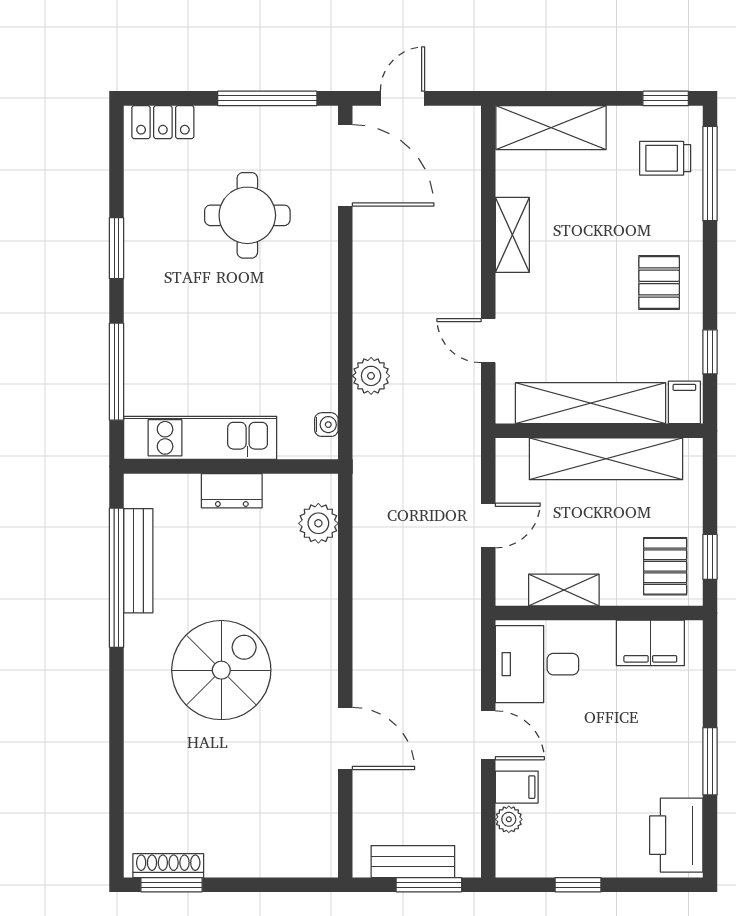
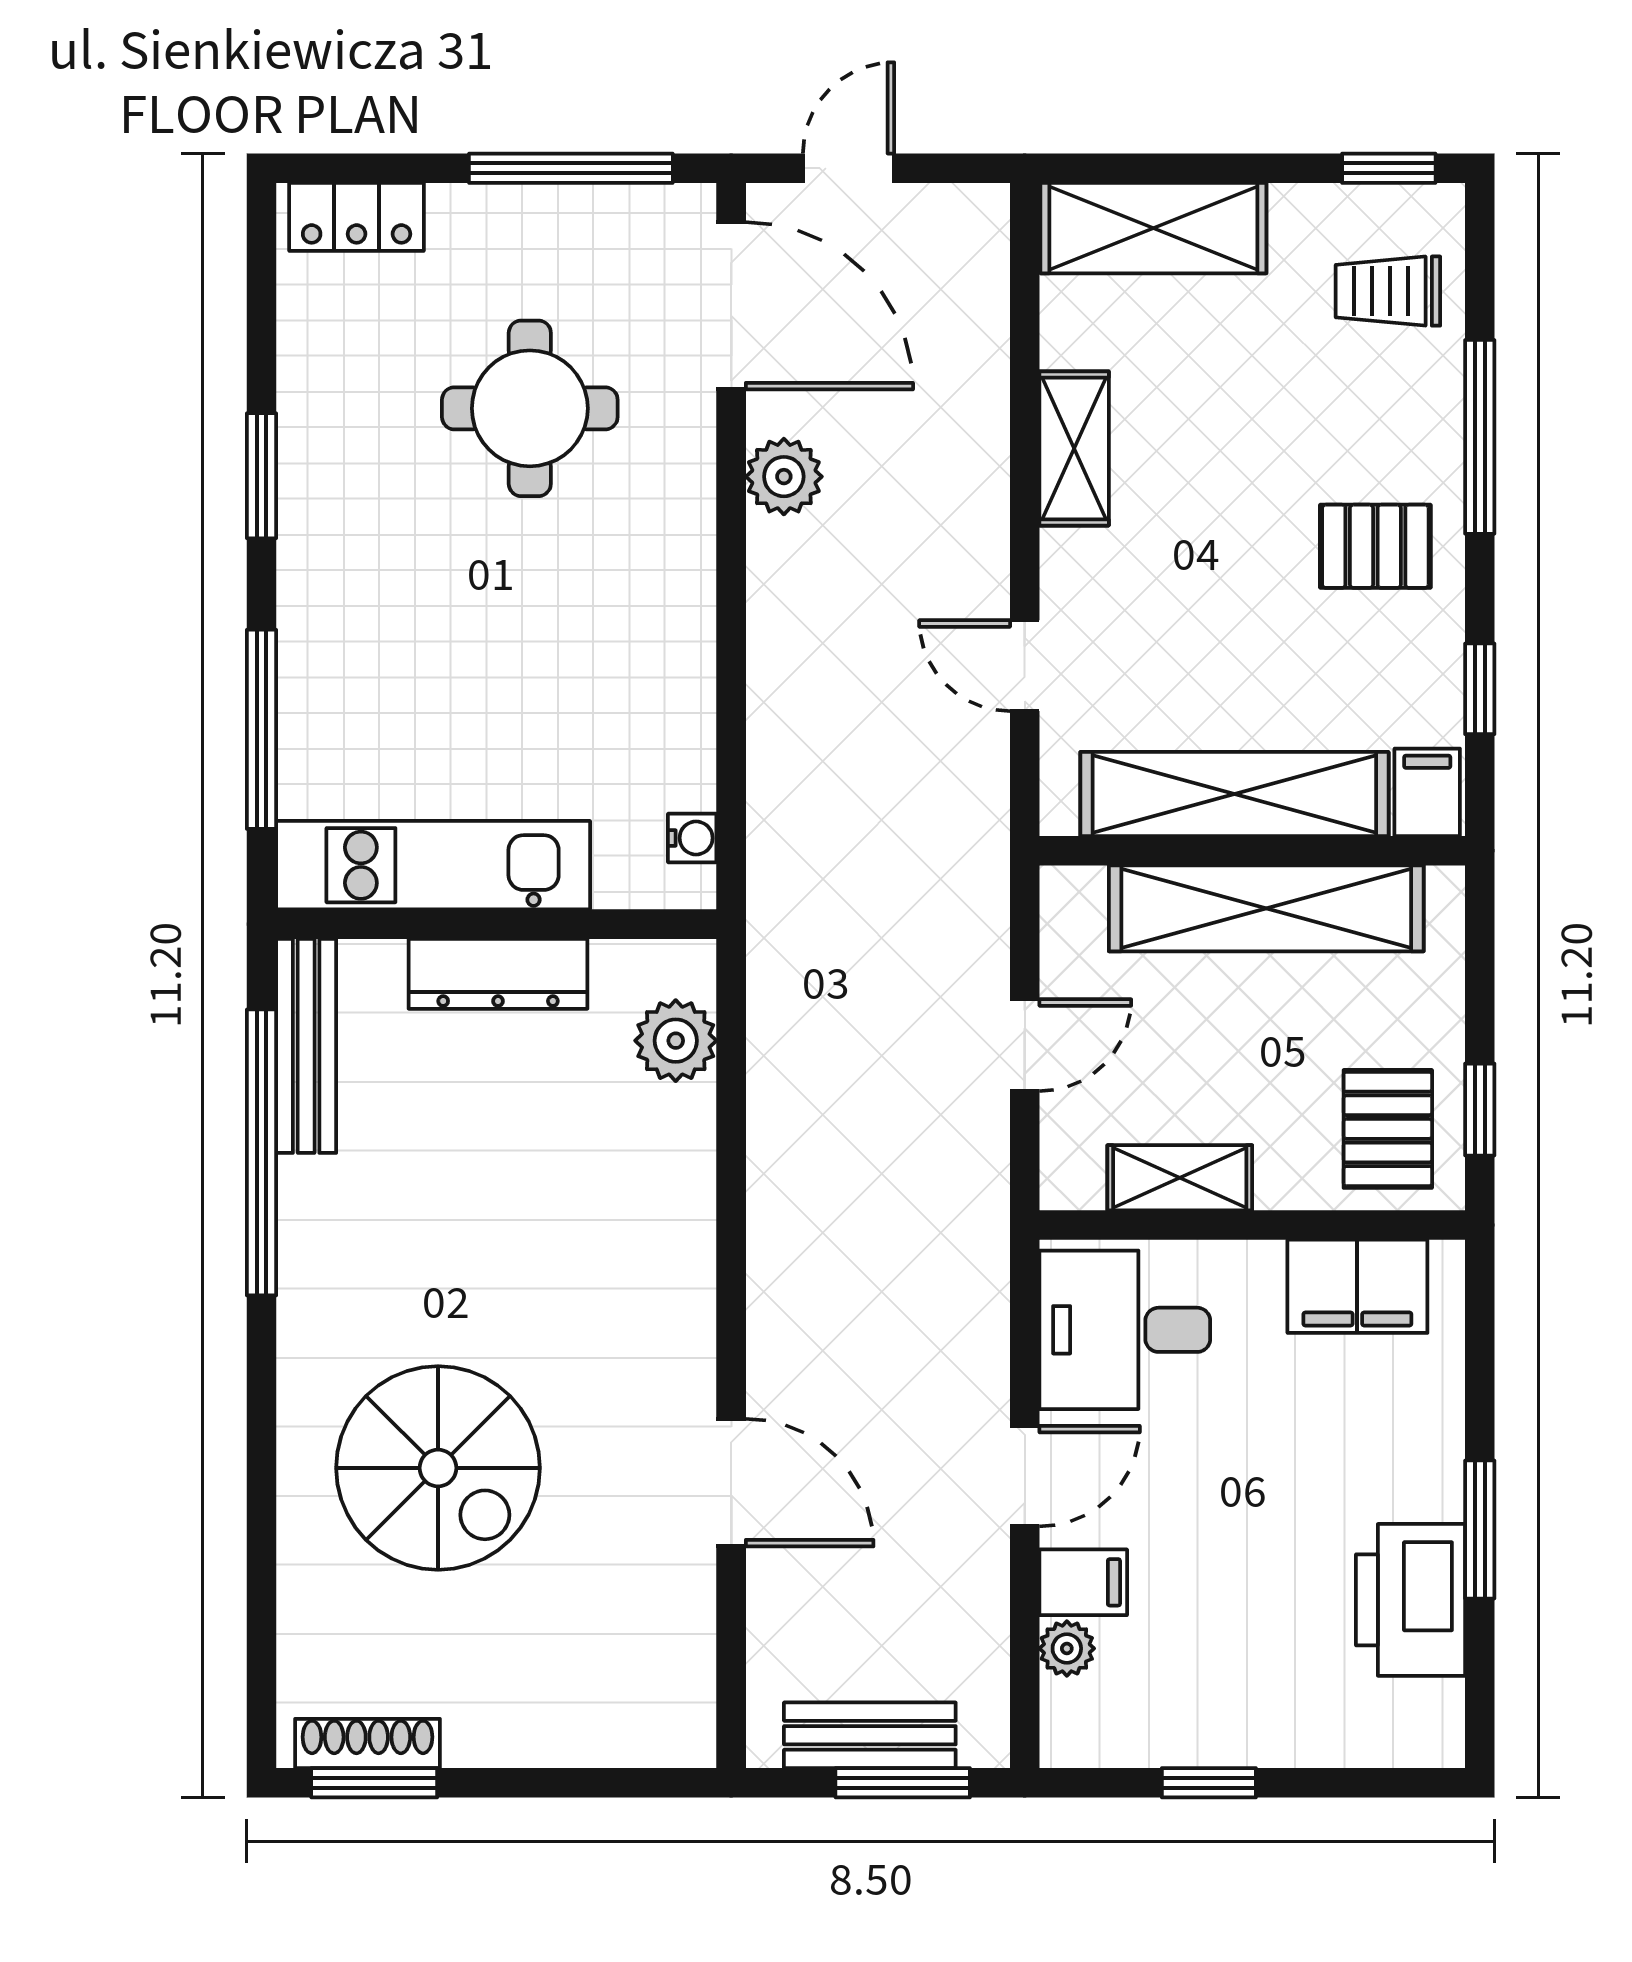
window: (710, 174) -> (1480, 437), moved
pallet: (659, 283) -> (1375, 546), turned 90
plant: (371, 376) -> (784, 477), moved
dresser: (232, 491) -> (498, 974), width x1.44
bench: (138, 561) -> (306, 1046), moved
spiral stairs: (221, 670) -> (438, 1468), moved, turned 90
door: (488, 735) -> (1025, 1476), hinge flipped
printer: (676, 835) -> (1410, 1600), moved

